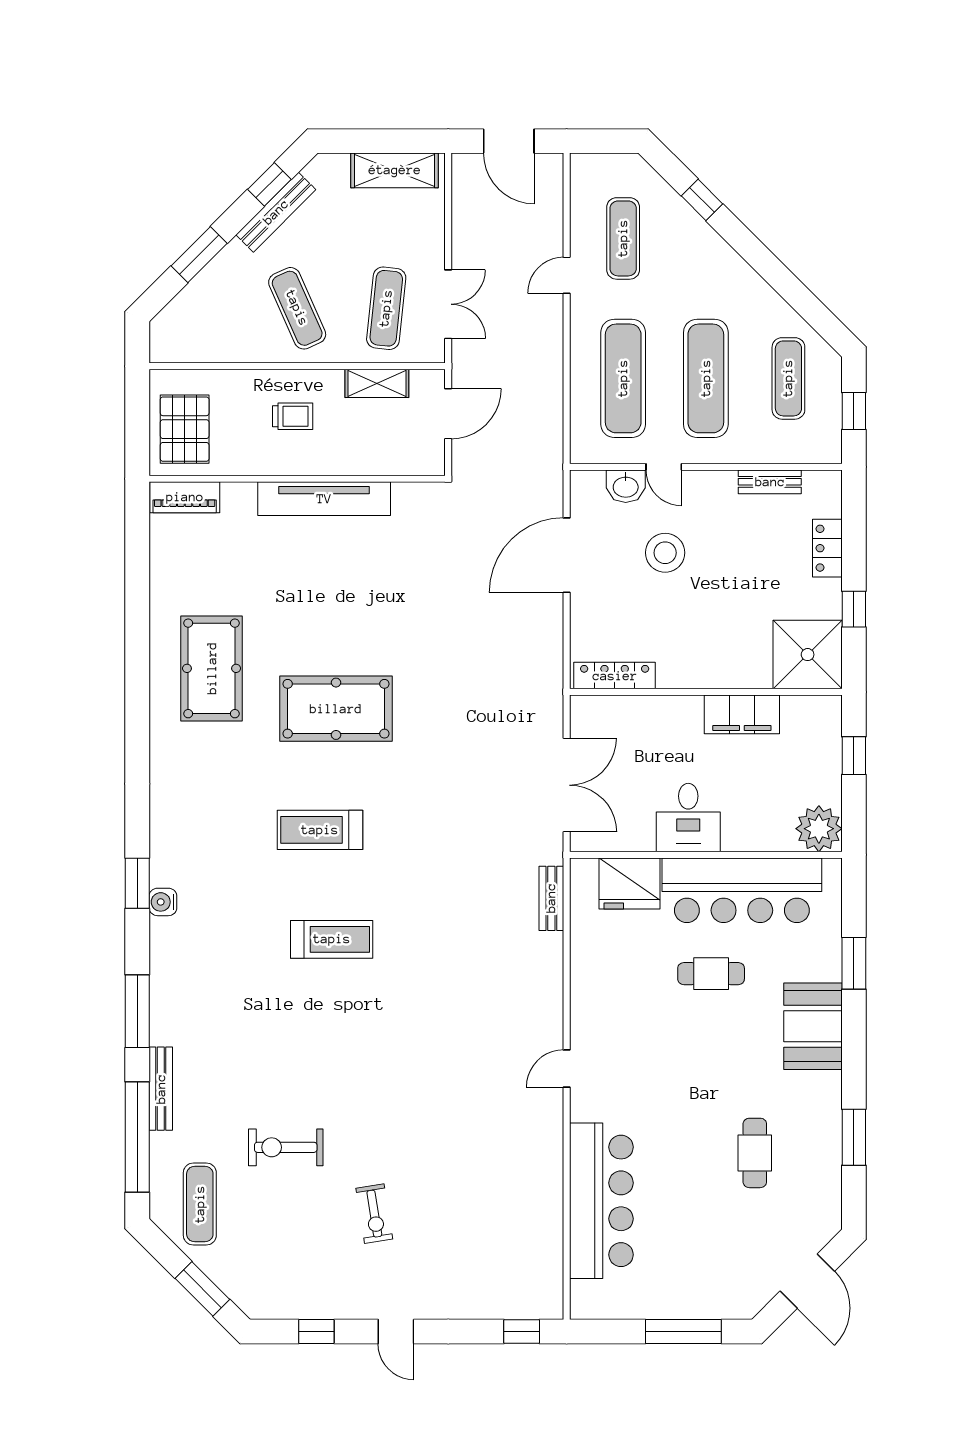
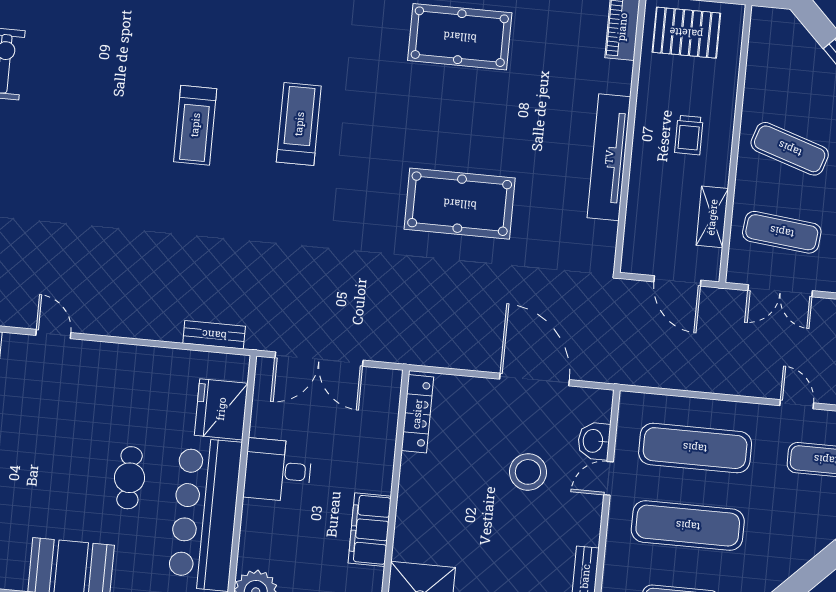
exercise mat: (297, 308) -> (790, 149), turned 42
pool table: (336, 709) -> (460, 204), moved, turned 90

